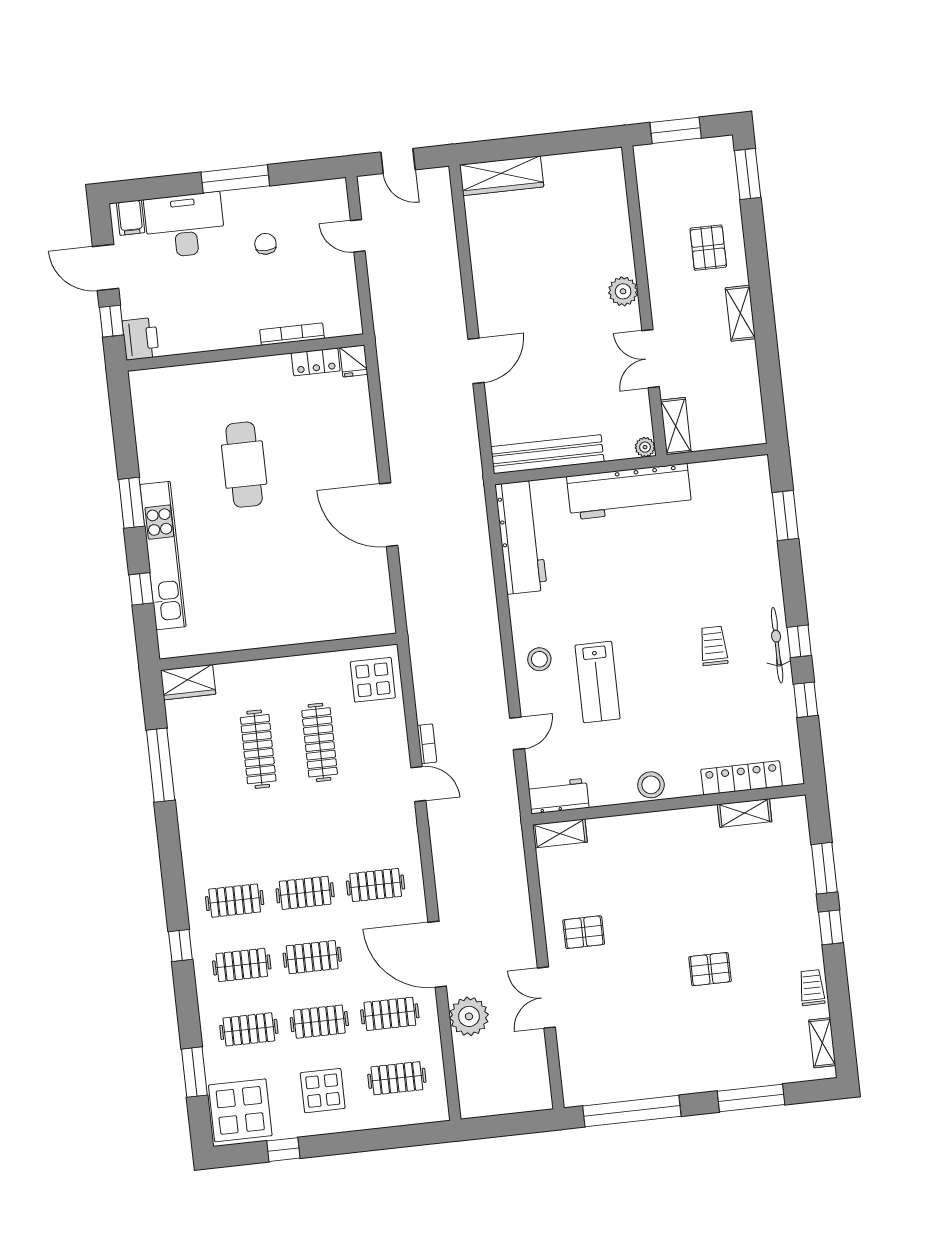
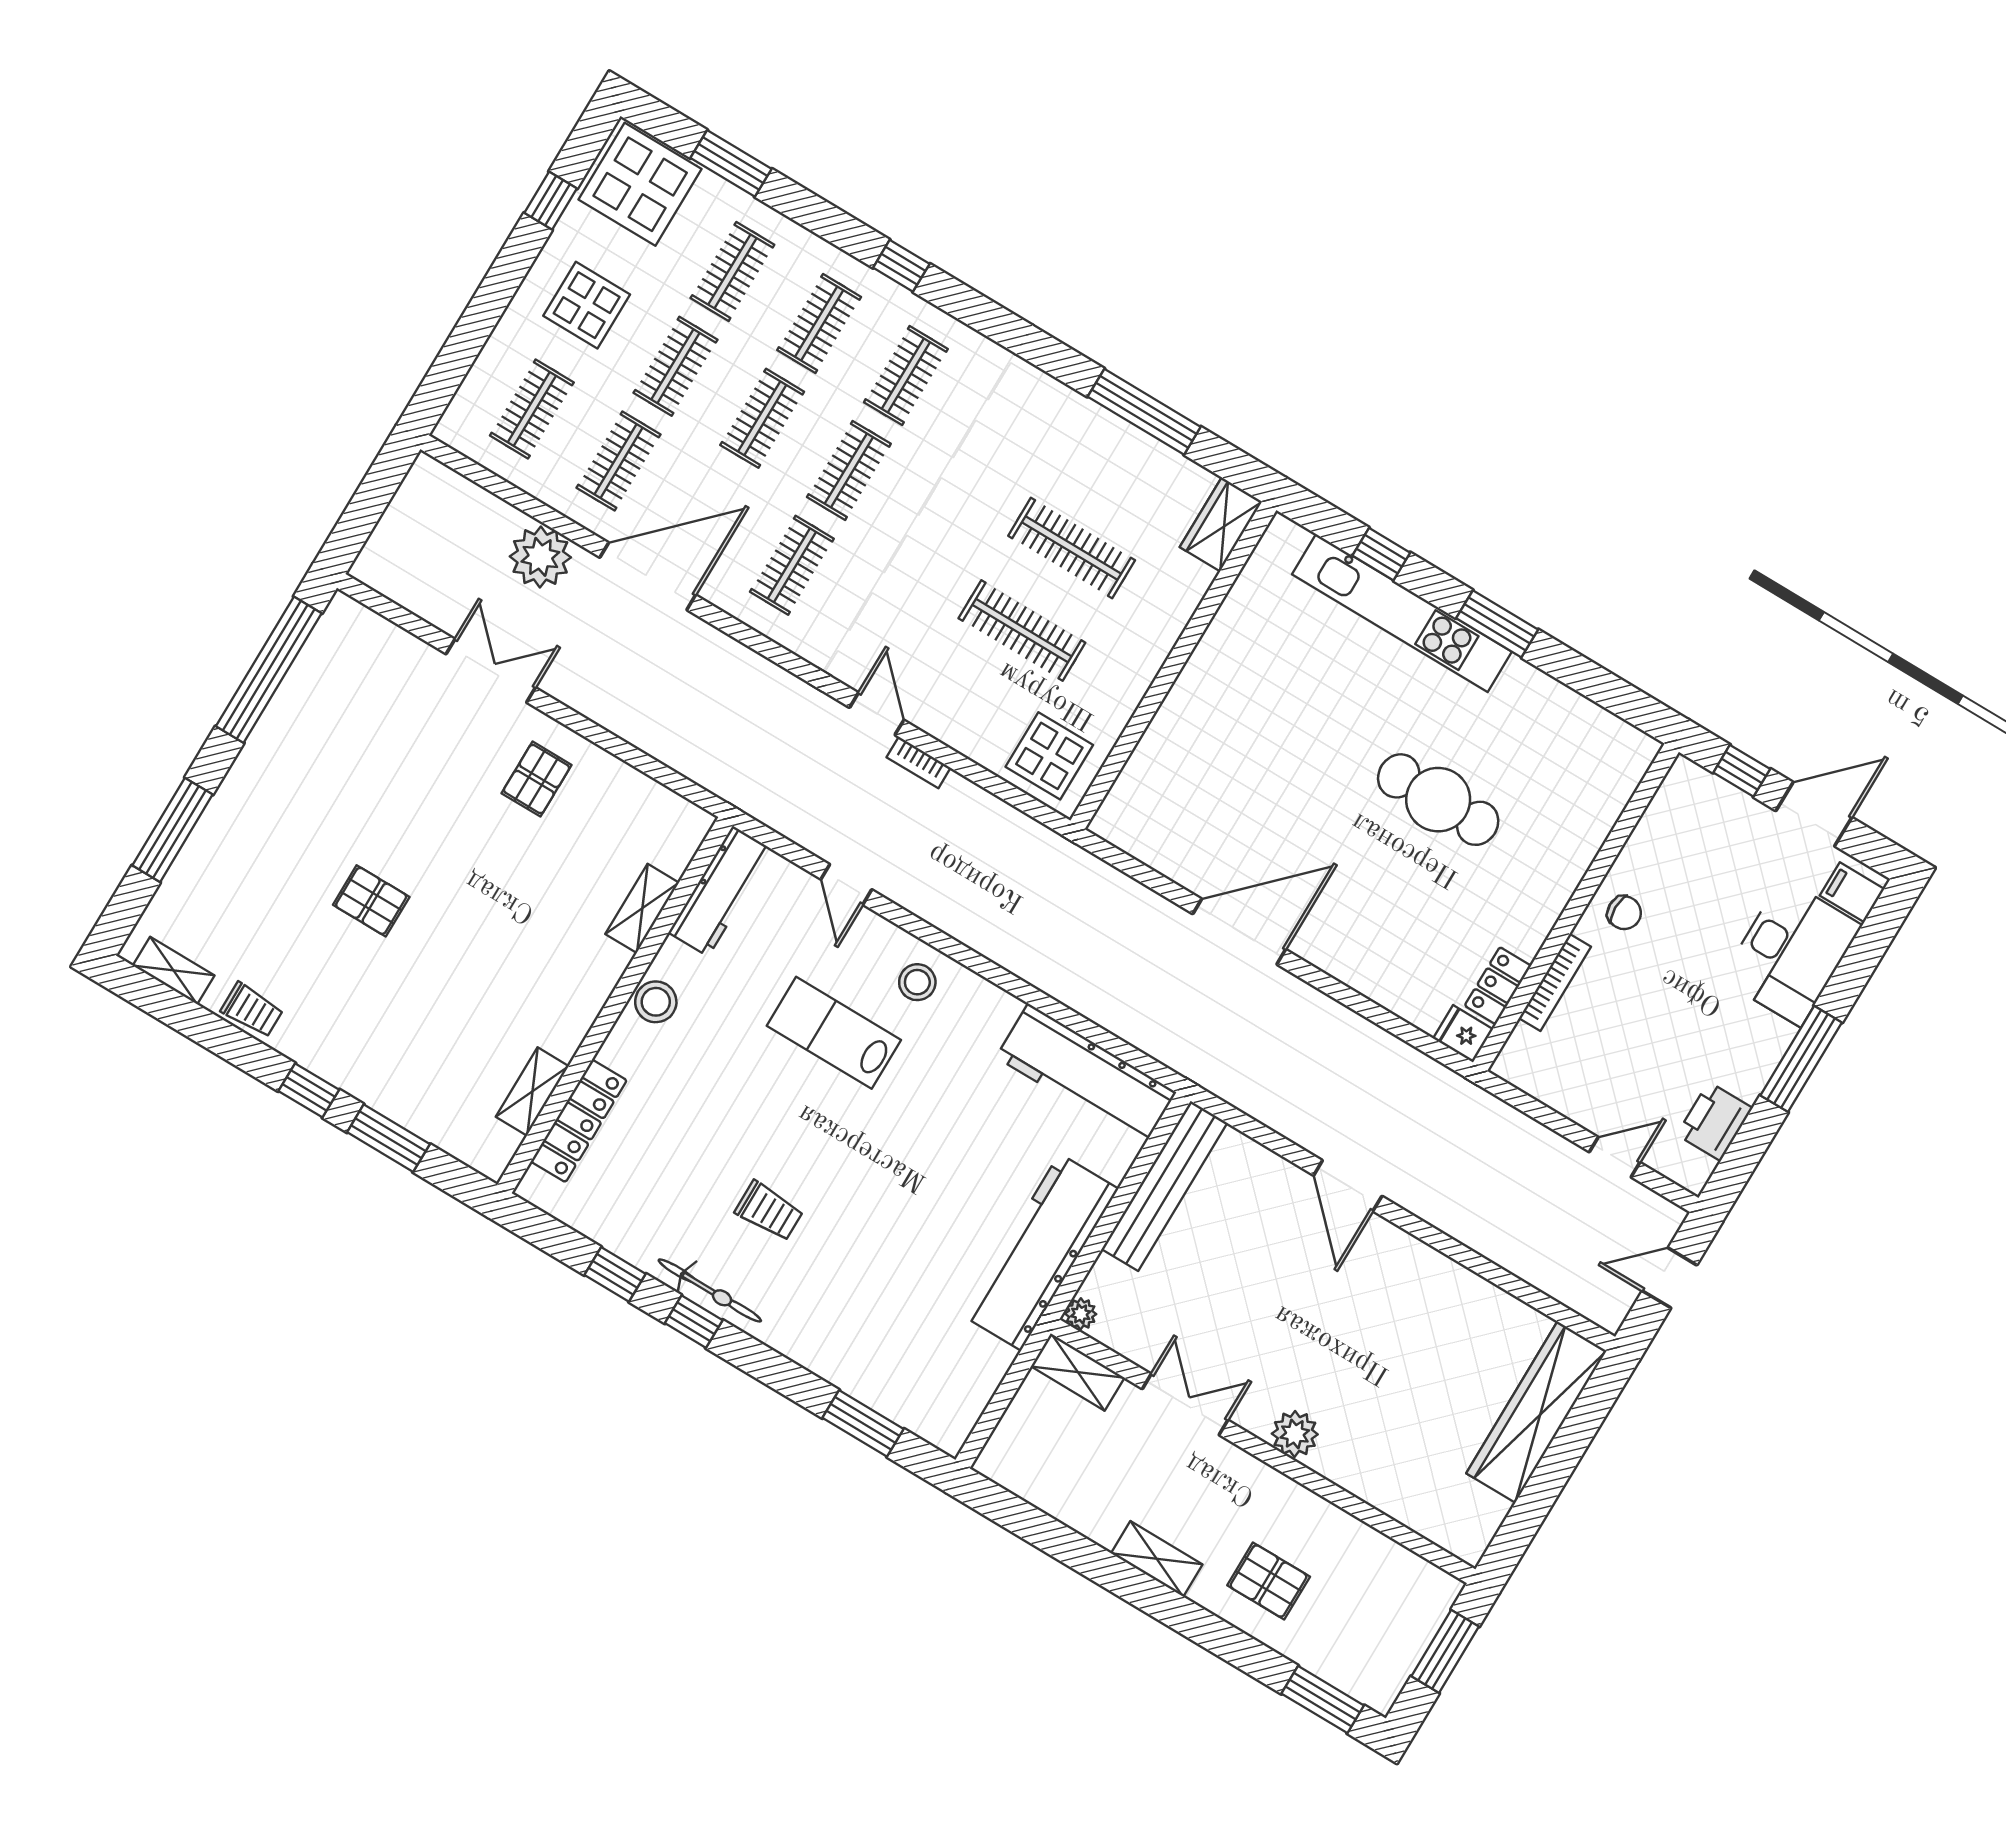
wardrobe: (502, 176) -> (1536, 1412), width x1.40, depth x1.17
chair: (265, 244) -> (1624, 913), moved
printer: (141, 339) -> (1715, 1121), moved, turned 90
door: (418, 784) -> (877, 714), swing flipped
workbench: (559, 796) -> (720, 891), width x1.37
shelving: (560, 833) -> (642, 908), moved
pallet: (710, 969) -> (371, 901), turned 90

